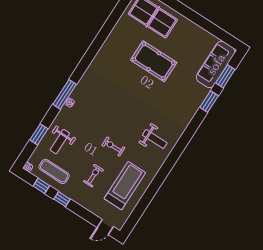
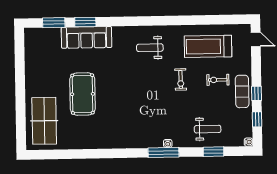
sofa: (216, 64) -> (86, 37), moved
weight bench: (155, 139) -> (150, 48), turned -90
exercise mat: (54, 171) -> (242, 91), moved

